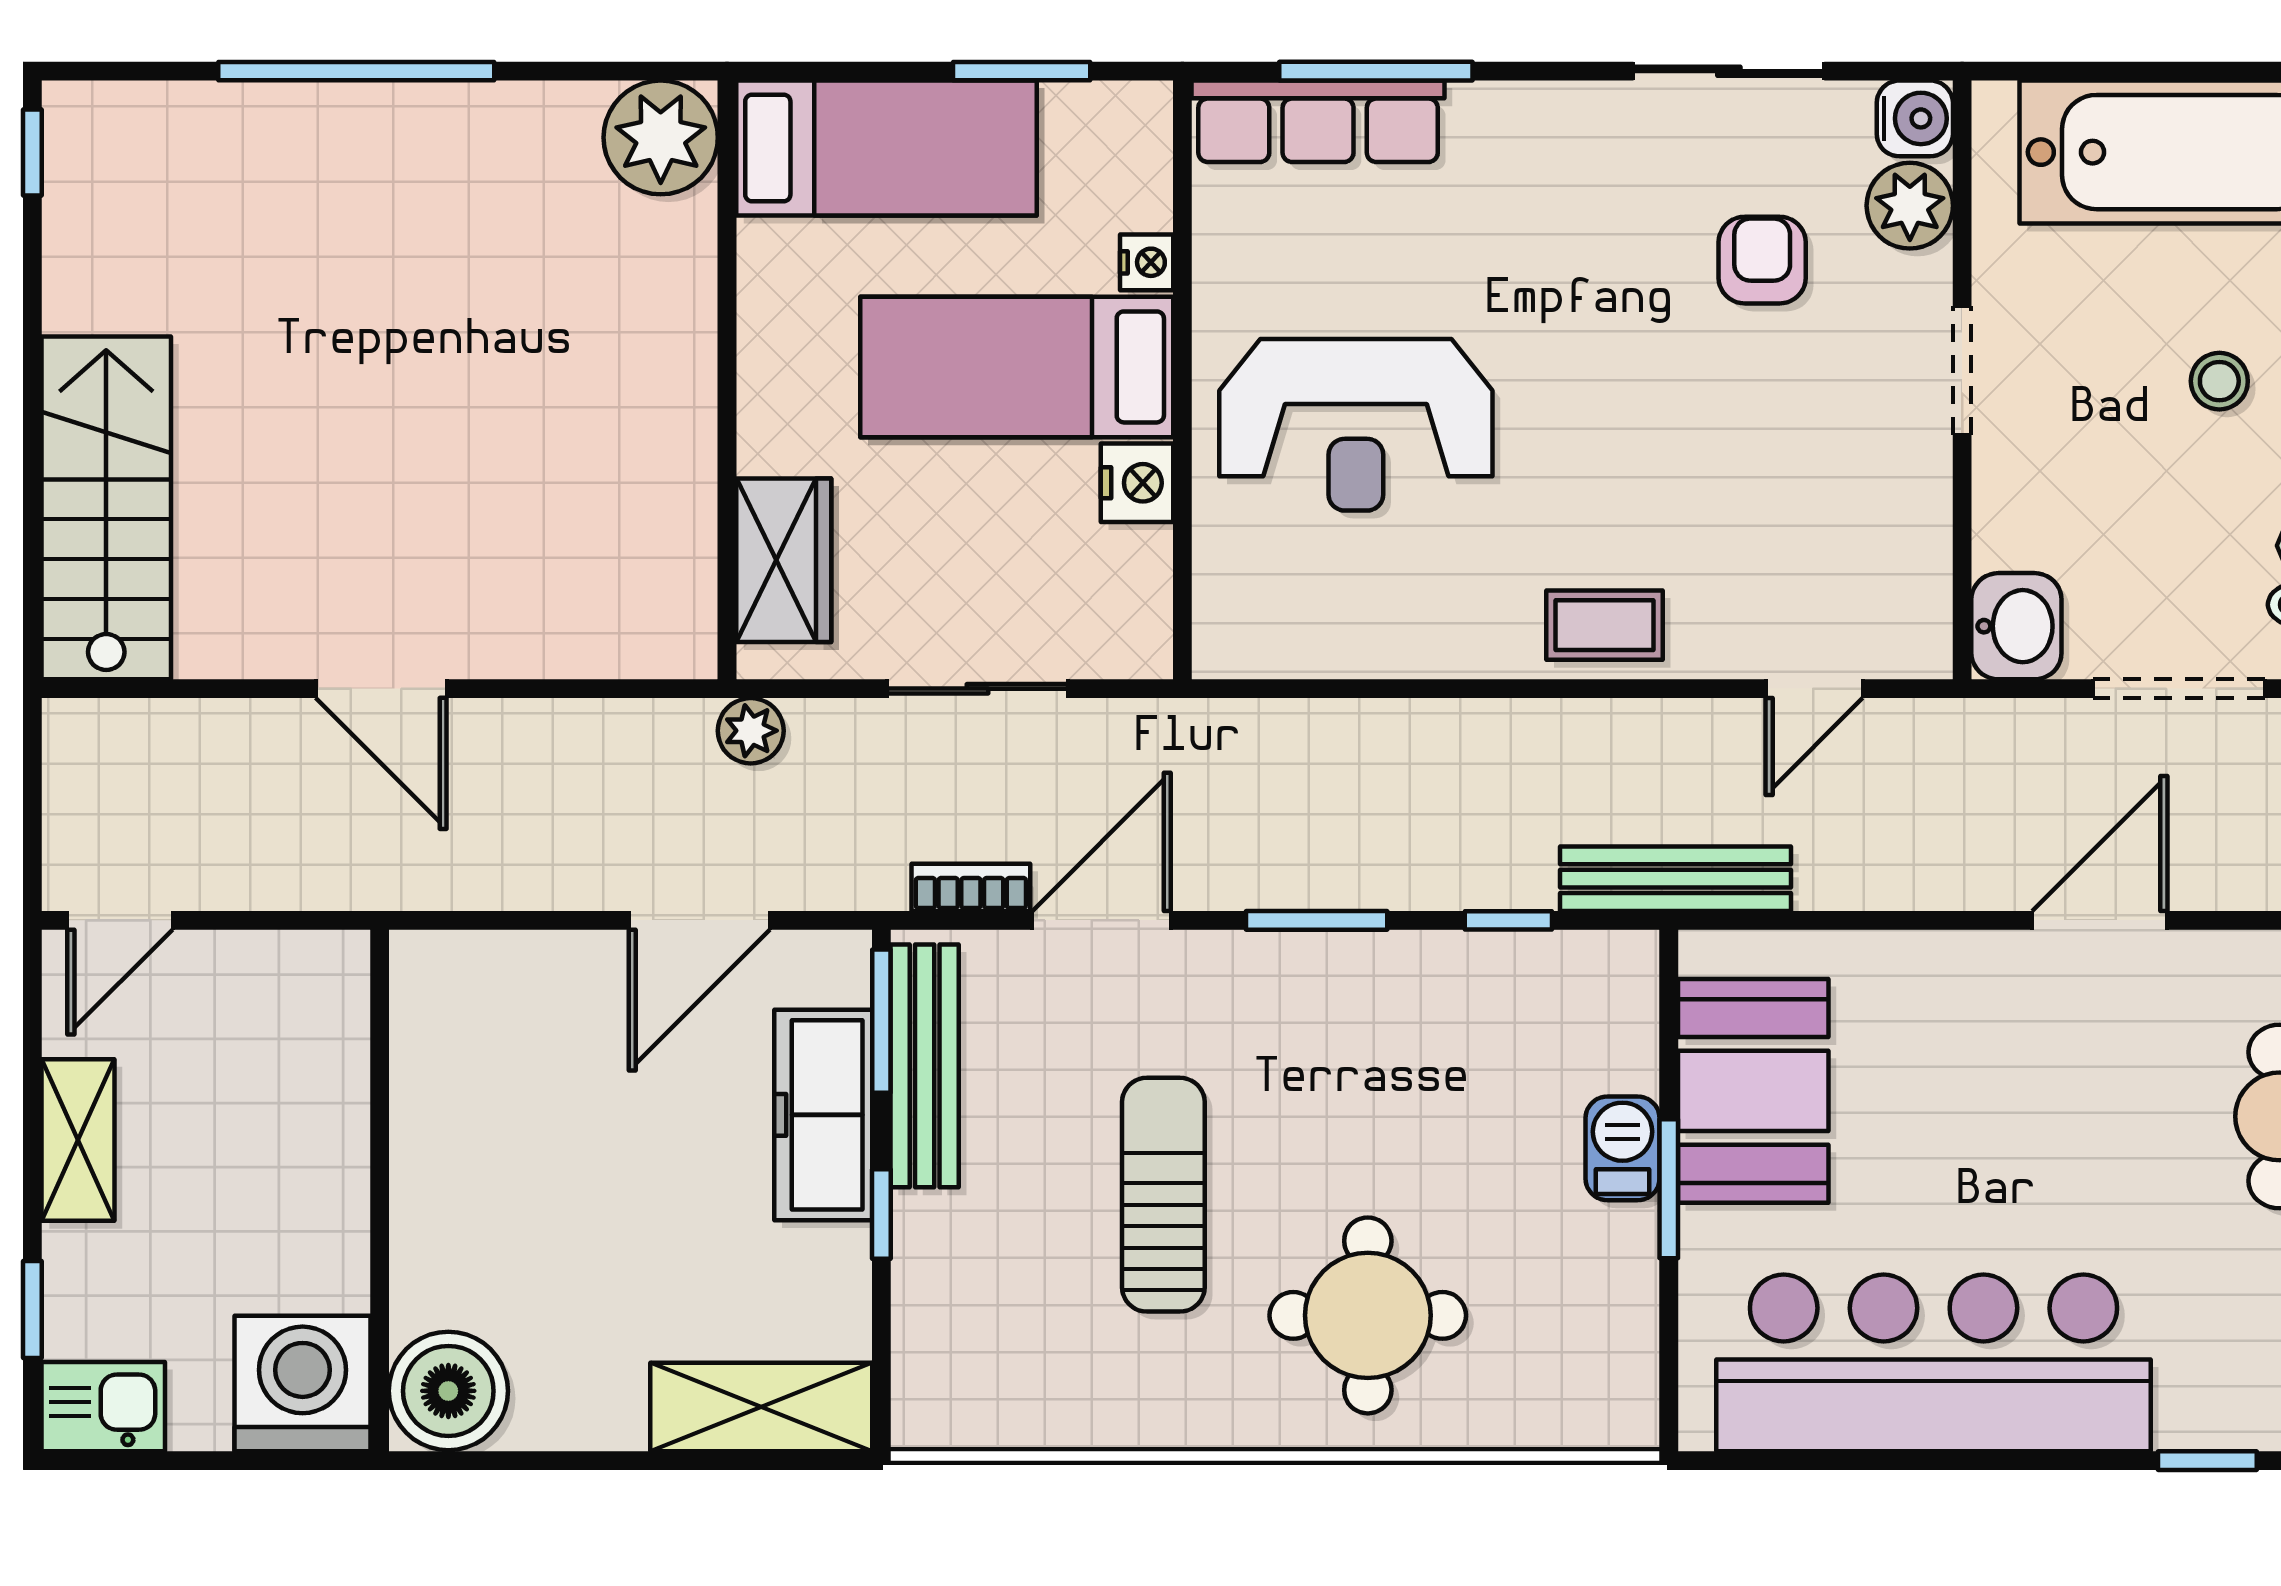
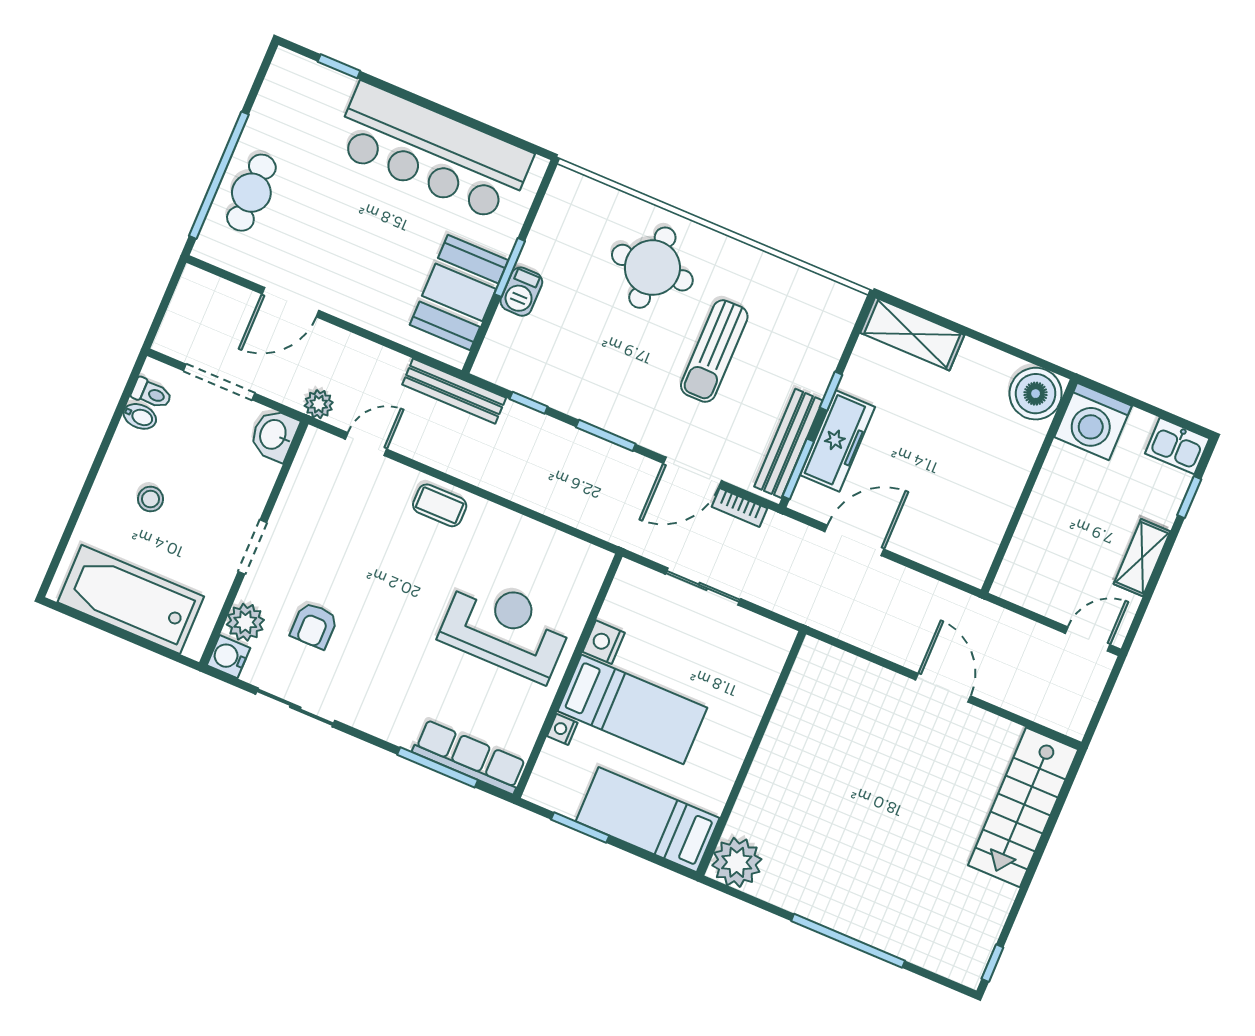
wardrobe: (784, 560) -> (759, 671), removed
plant: (751, 731) -> (319, 404), moved

